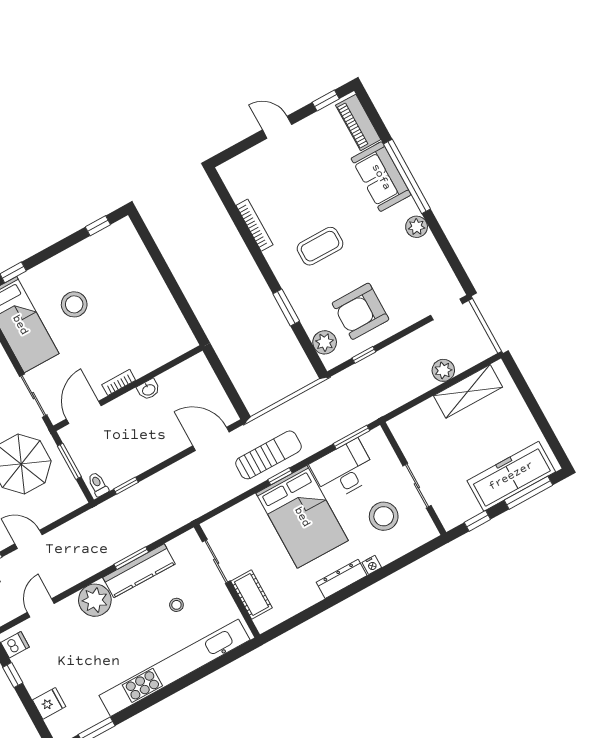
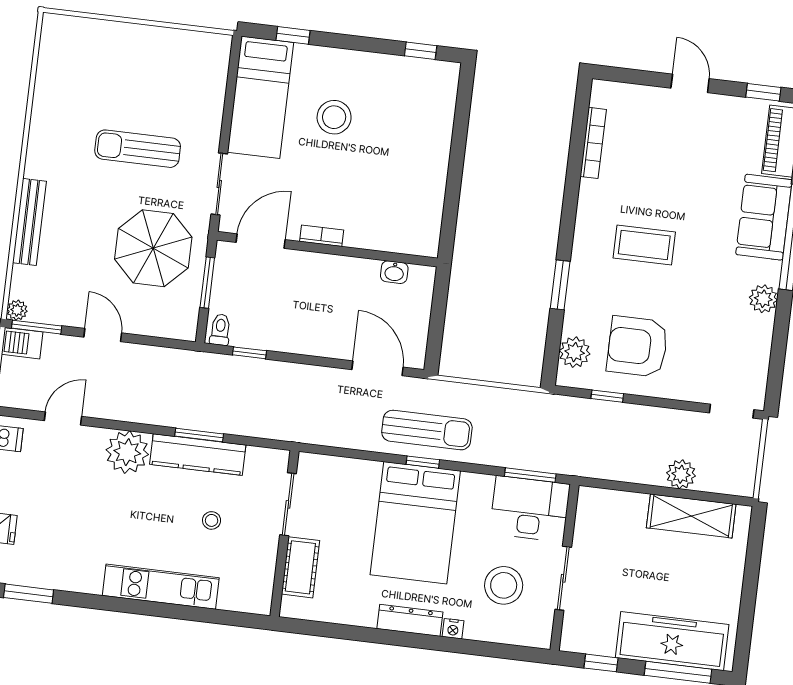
bookcase: (254, 225) -> (593, 143), moved
washbasin: (149, 389) -> (394, 272), moved
desk: (344, 470) -> (530, 509), moved
kitchen unit: (174, 668) -> (161, 587), width x0.54

